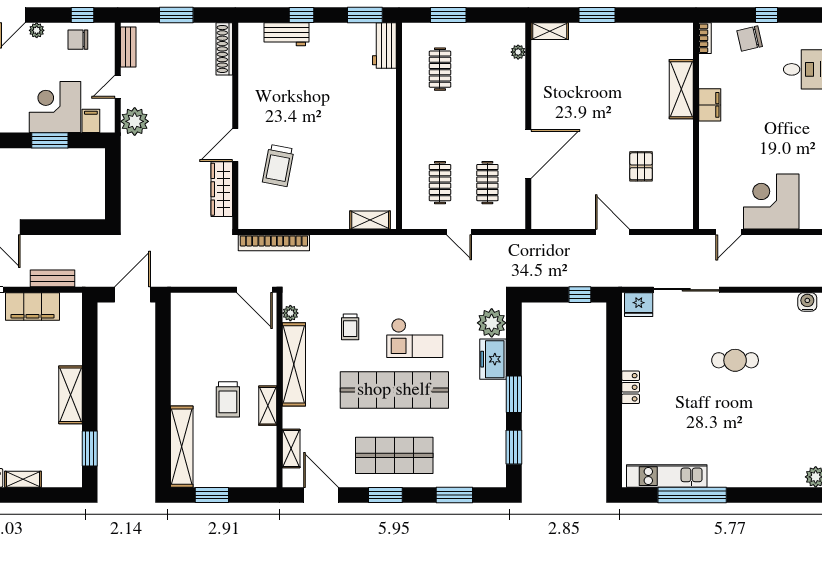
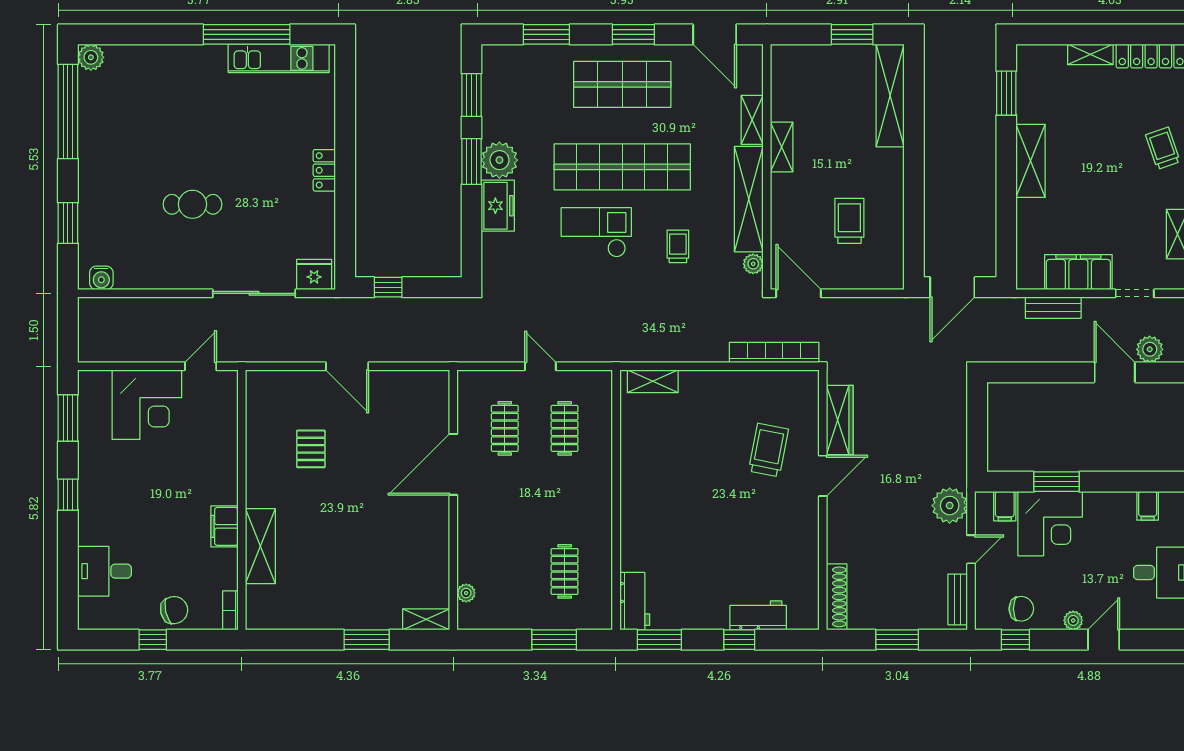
plant: (492, 323) -> (499, 160), moved
trolley: (228, 399) -> (849, 221), moved
shelving: (291, 448) -> (752, 120), moved

